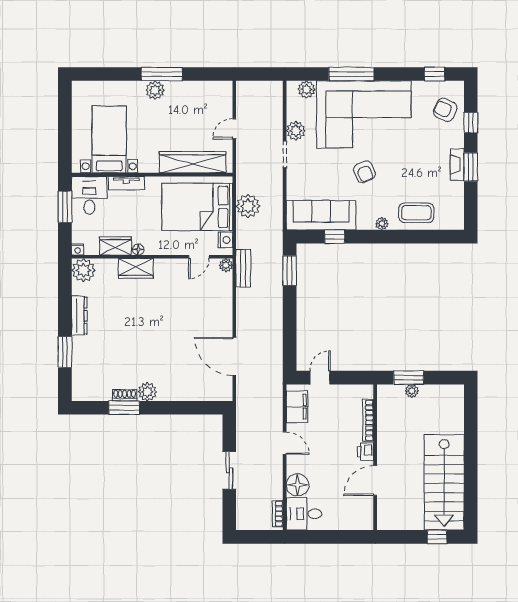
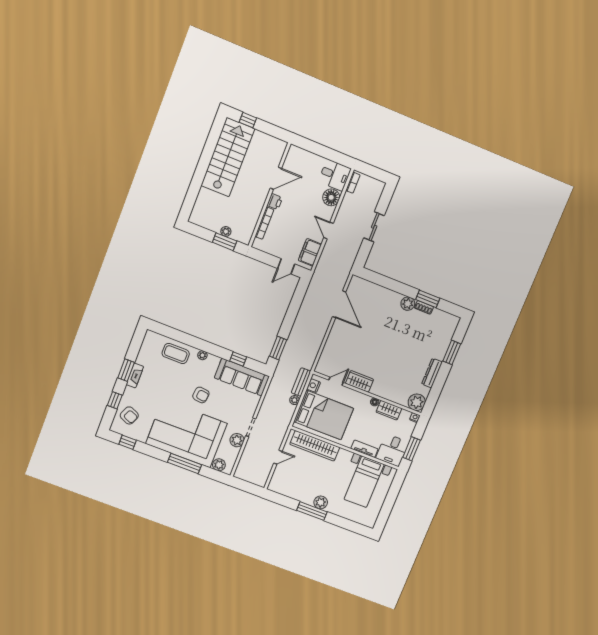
armchair: (364, 172) -> (201, 395), turned 120
plant: (248, 206) -> (294, 400), width x0.53, depth x0.53
plant: (226, 265) -> (320, 368), removed
wardrobe: (136, 268) -> (359, 381), moved
bench: (243, 268) -> (301, 382), moved

